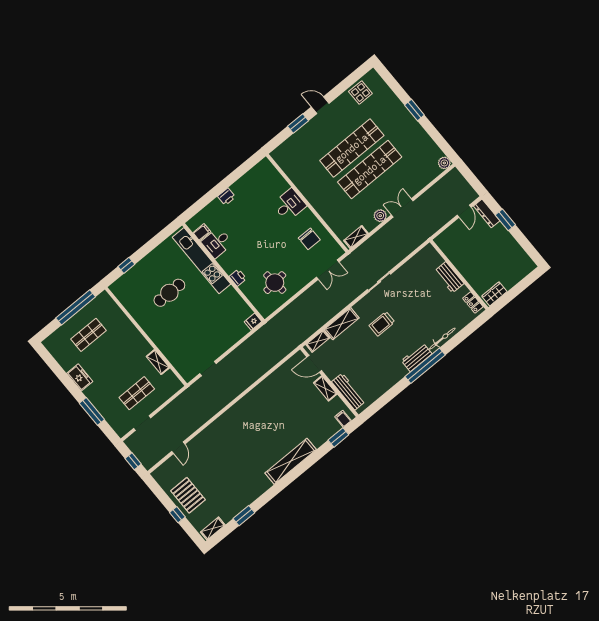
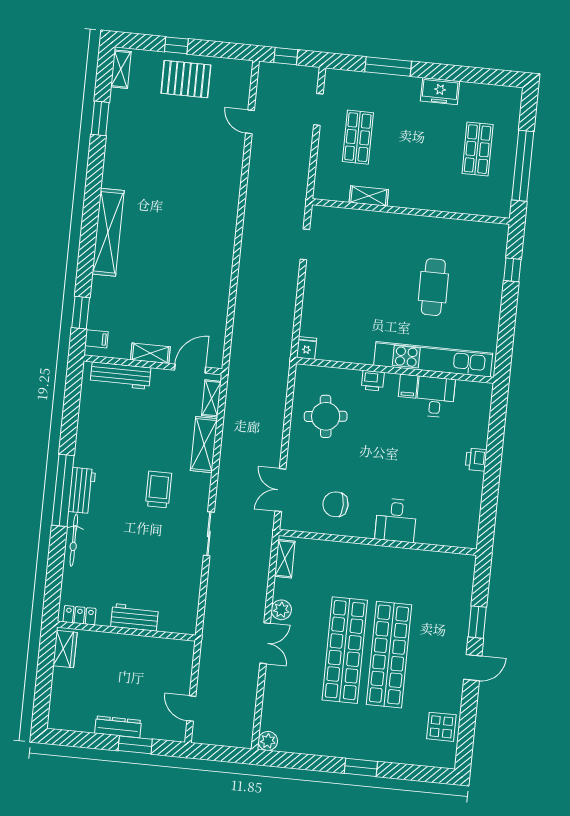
dresser: (487, 213) -> (118, 727), moved
filing cabinet: (202, 232) -> (408, 386), moved

